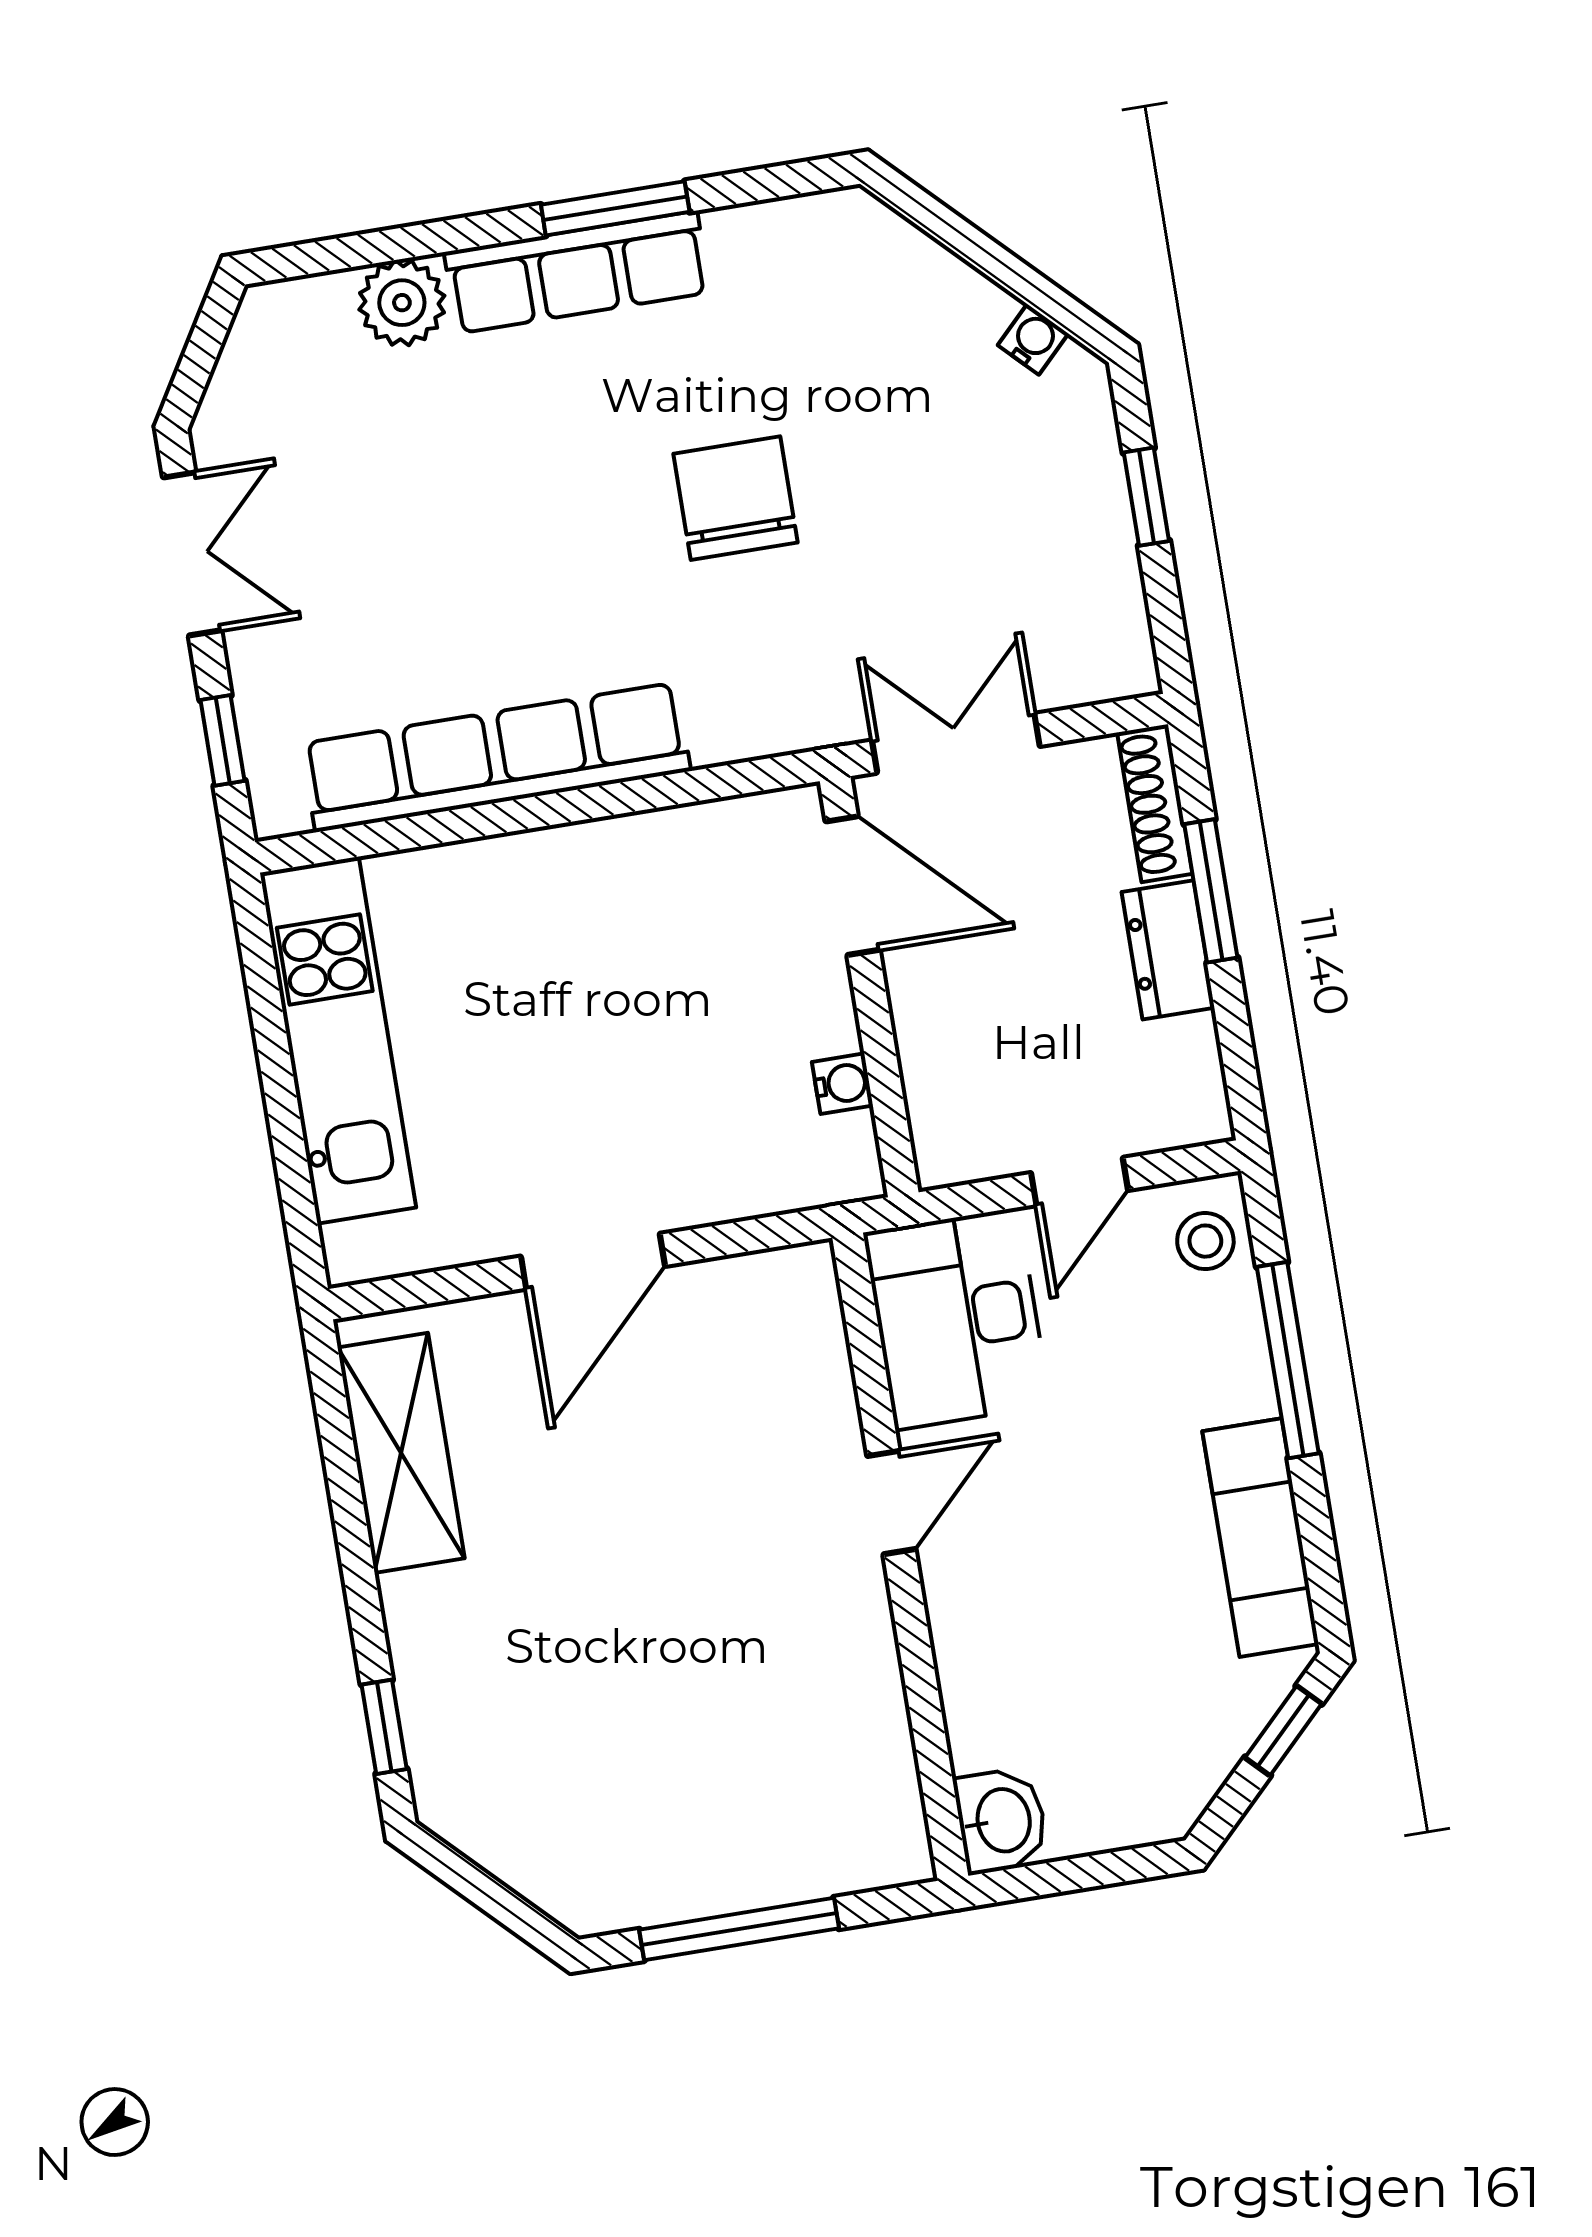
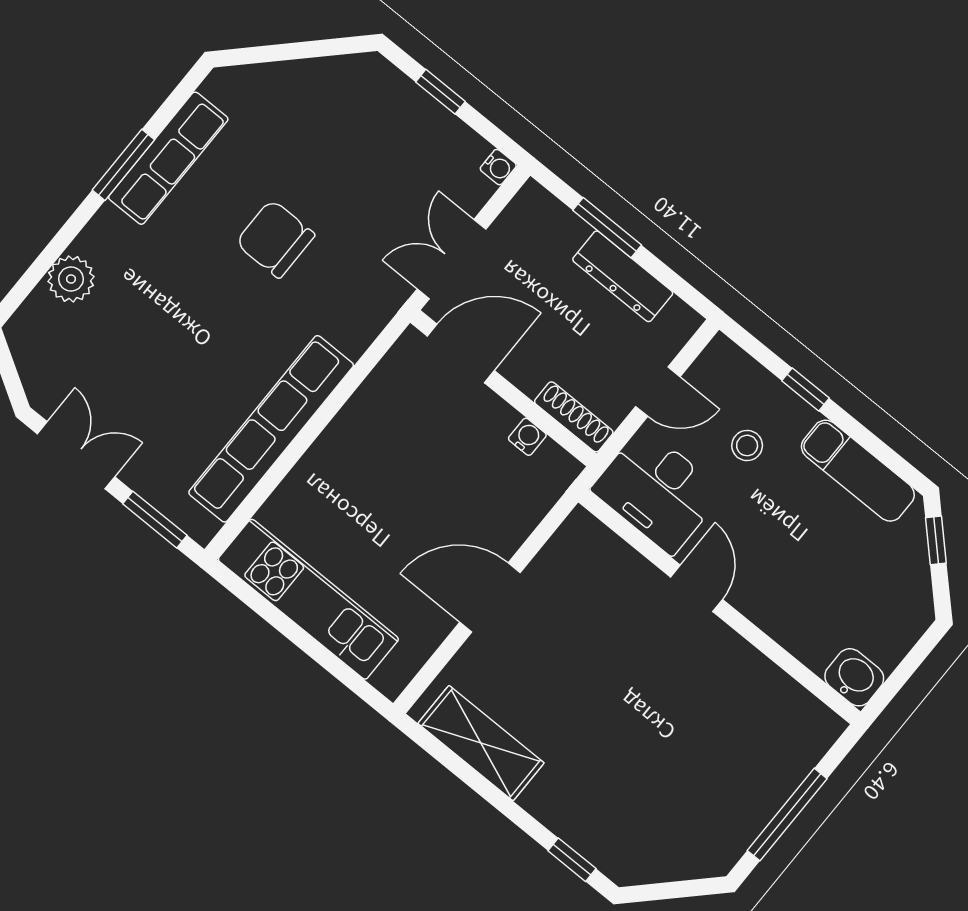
row of seats: (577, 272) -> (168, 158), moved
water cooler: (1033, 339) -> (498, 167), moved, turned 135
window: (223, 740) -> (155, 520), width x1.50
shoe rack: (1155, 803) -> (574, 417), moved, turned 180
dresser: (1168, 950) -> (623, 276), width x1.44
door: (1079, 1182) -> (658, 392), hinge flipped
stool: (1205, 1241) -> (747, 445), moved
door: (593, 1261) -> (490, 597), swing flipped
window: (1288, 1360) -> (805, 389), width x0.46

